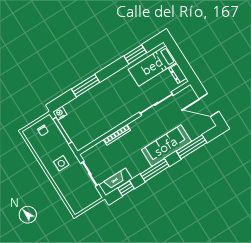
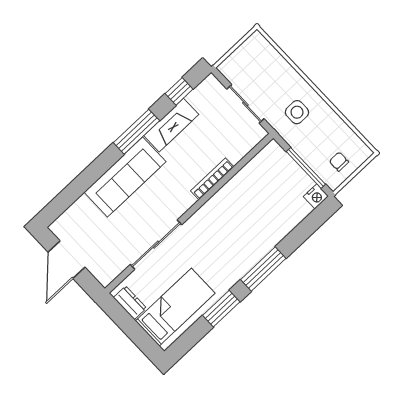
window: (135, 54) -> (221, 309), moved
window: (86, 86) -> (263, 269), moved
door: (209, 105) -> (66, 260), swing flipped
window: (192, 147) -> (82, 183), removed
fireplace: (116, 182) -> (171, 125), moved

